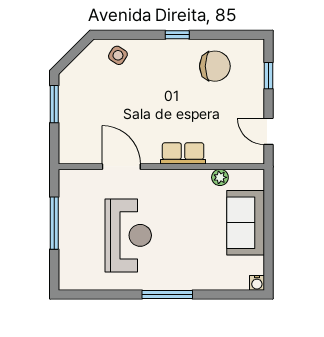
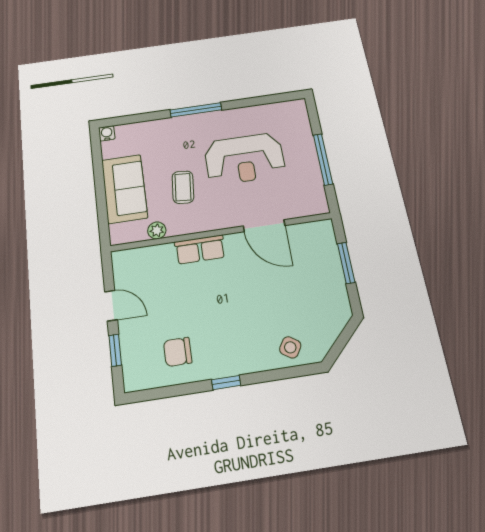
chair: (215, 66) -> (178, 352), width x0.73, depth x0.73
window: (54, 104) -> (346, 263), moved
door: (268, 131) -> (111, 306), moved
coffee table: (190, 216) -> (183, 187), added
reception desk: (128, 235) -> (245, 159), turned -90

